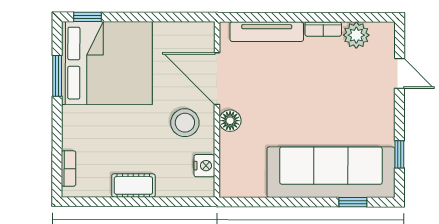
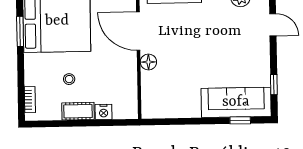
stool: (185, 123) -> (69, 79), moved, width x0.53, depth x0.53
nightstand: (204, 166) -> (104, 112), moved, turned 90
sofa: (331, 172) -> (236, 102), width x0.74, depth x0.79

